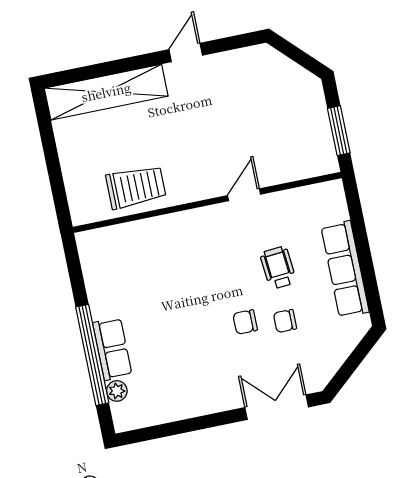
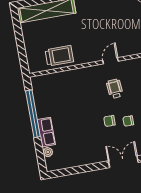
wheelchair: (278, 268) -> (115, 89), moved
window: (92, 355) -> (33, 114), moved

